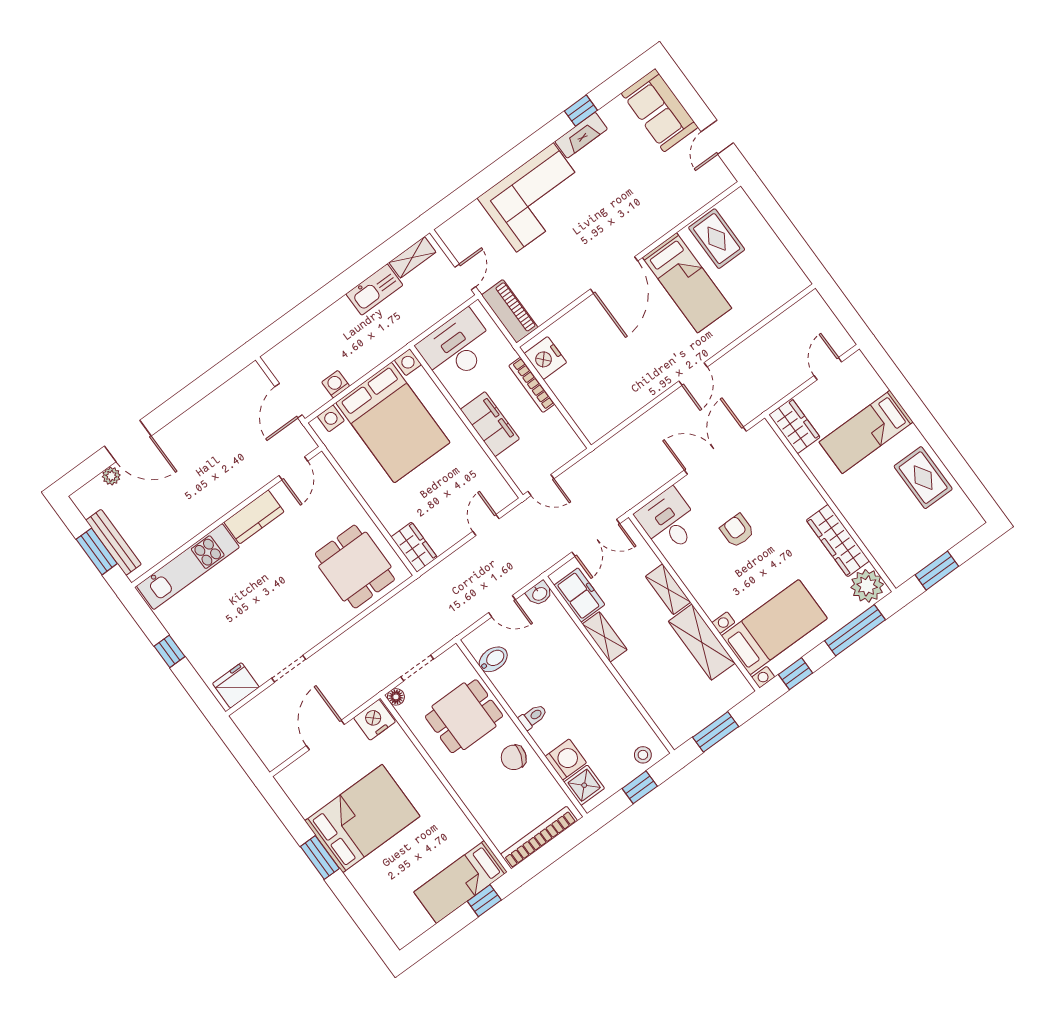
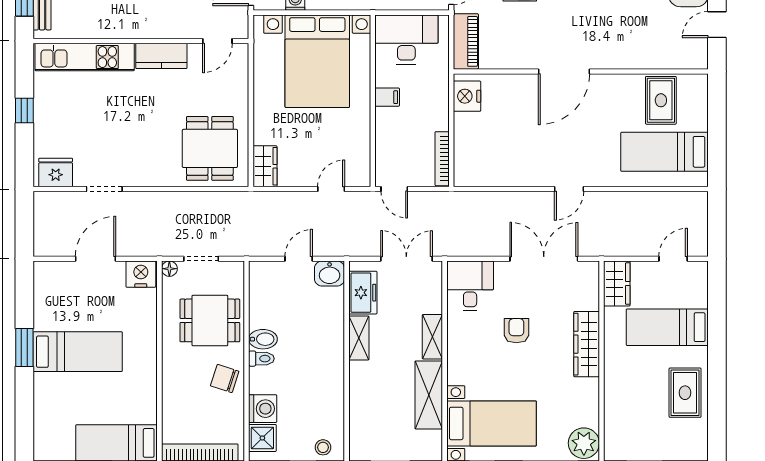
bed: (687, 283) -> (665, 152), moved, turned 90
bookcase: (532, 385) -> (442, 159), moved
filing cabinet: (490, 424) -> (387, 97), width x0.33, depth x0.86
double door: (596, 538) -> (406, 259), swing flipped
wardrobe: (838, 541) -> (587, 344), moved
washbasin: (539, 593) -> (330, 274), width x1.38, depth x1.45
door: (502, 606) -> (299, 259), swing flipped
bidet: (493, 659) -> (263, 339), moved
bed: (362, 819) -> (78, 352), width x0.67

